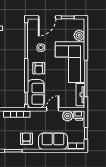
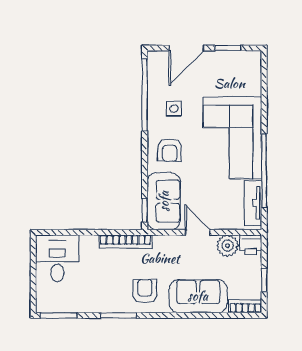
plant: (79, 35) -> (251, 84), removed
door: (53, 109) -> (198, 232), hinge flipped

